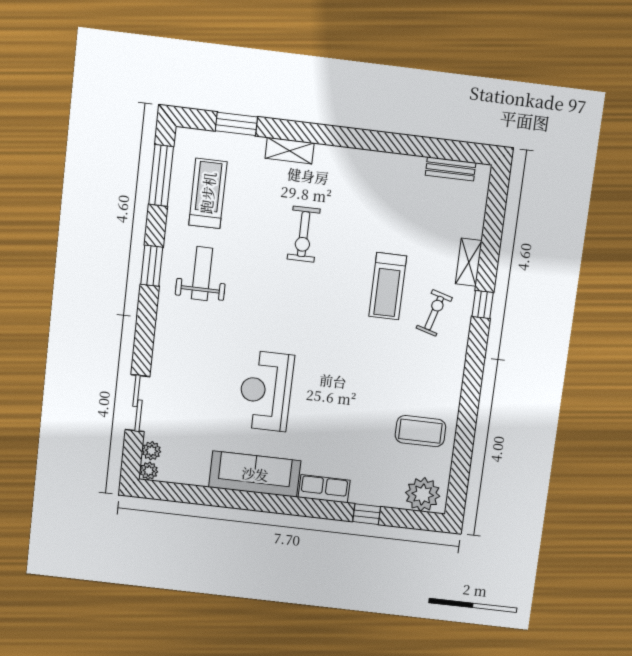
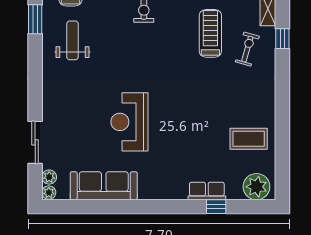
window: (152, 266) -> (35, 19), moved
treadmill: (388, 286) -> (210, 33), turned 180
sofa: (255, 474) -> (104, 186), moved
row of seats: (324, 489) -> (207, 191), moved

